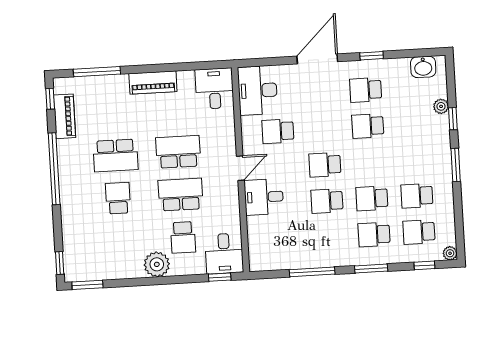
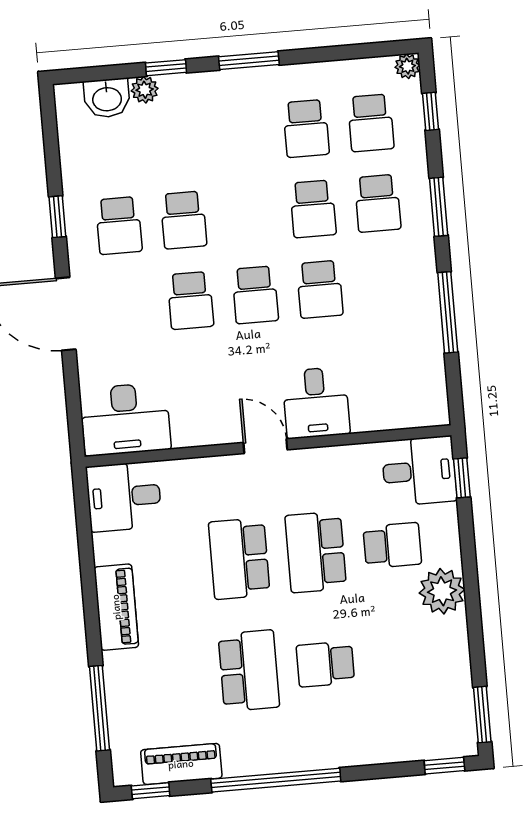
washbasin: (423, 67) -> (107, 98), moved, turned 90
school desk: (278, 131) -> (190, 300), moved

